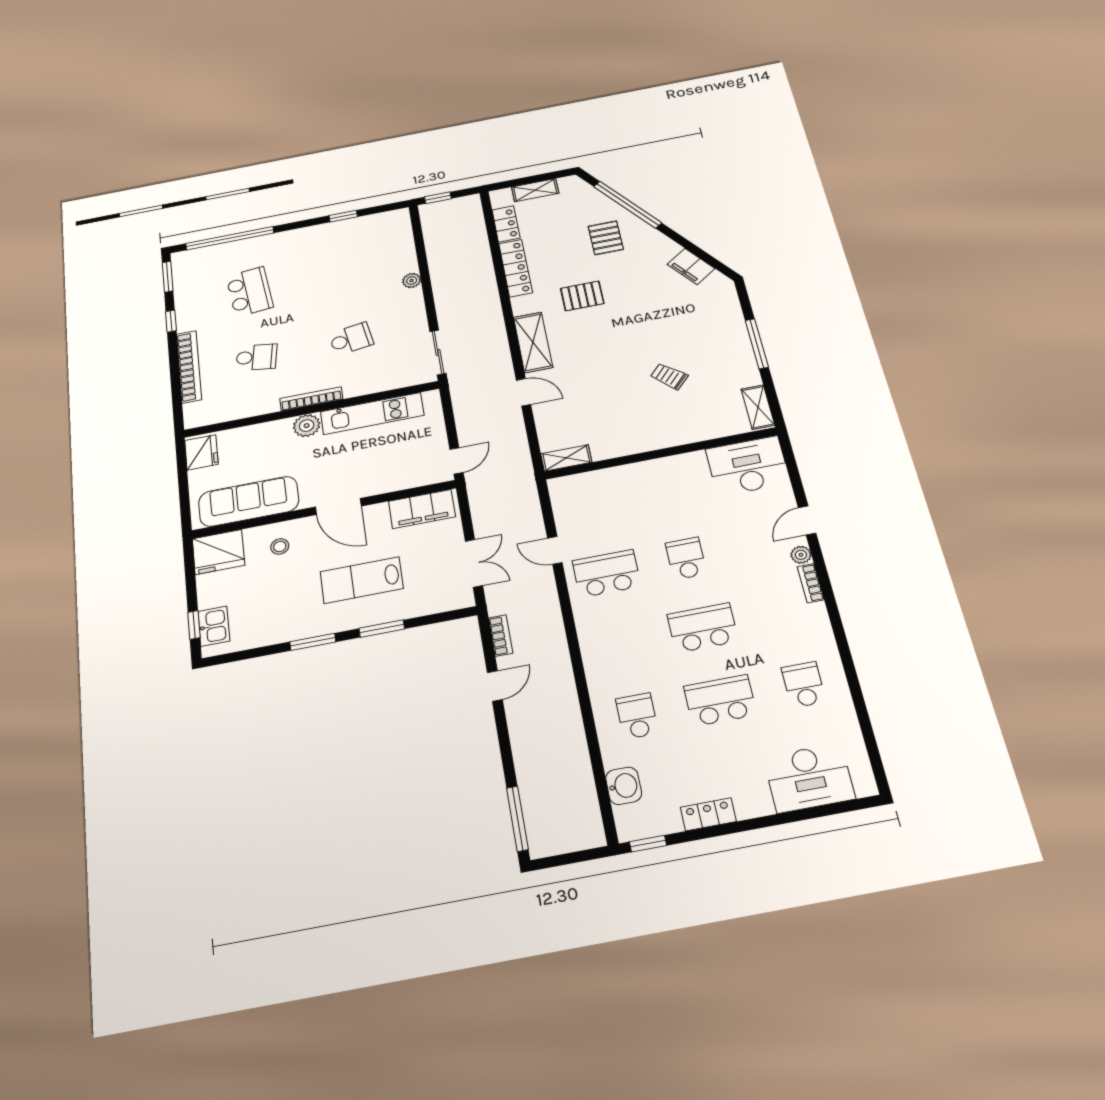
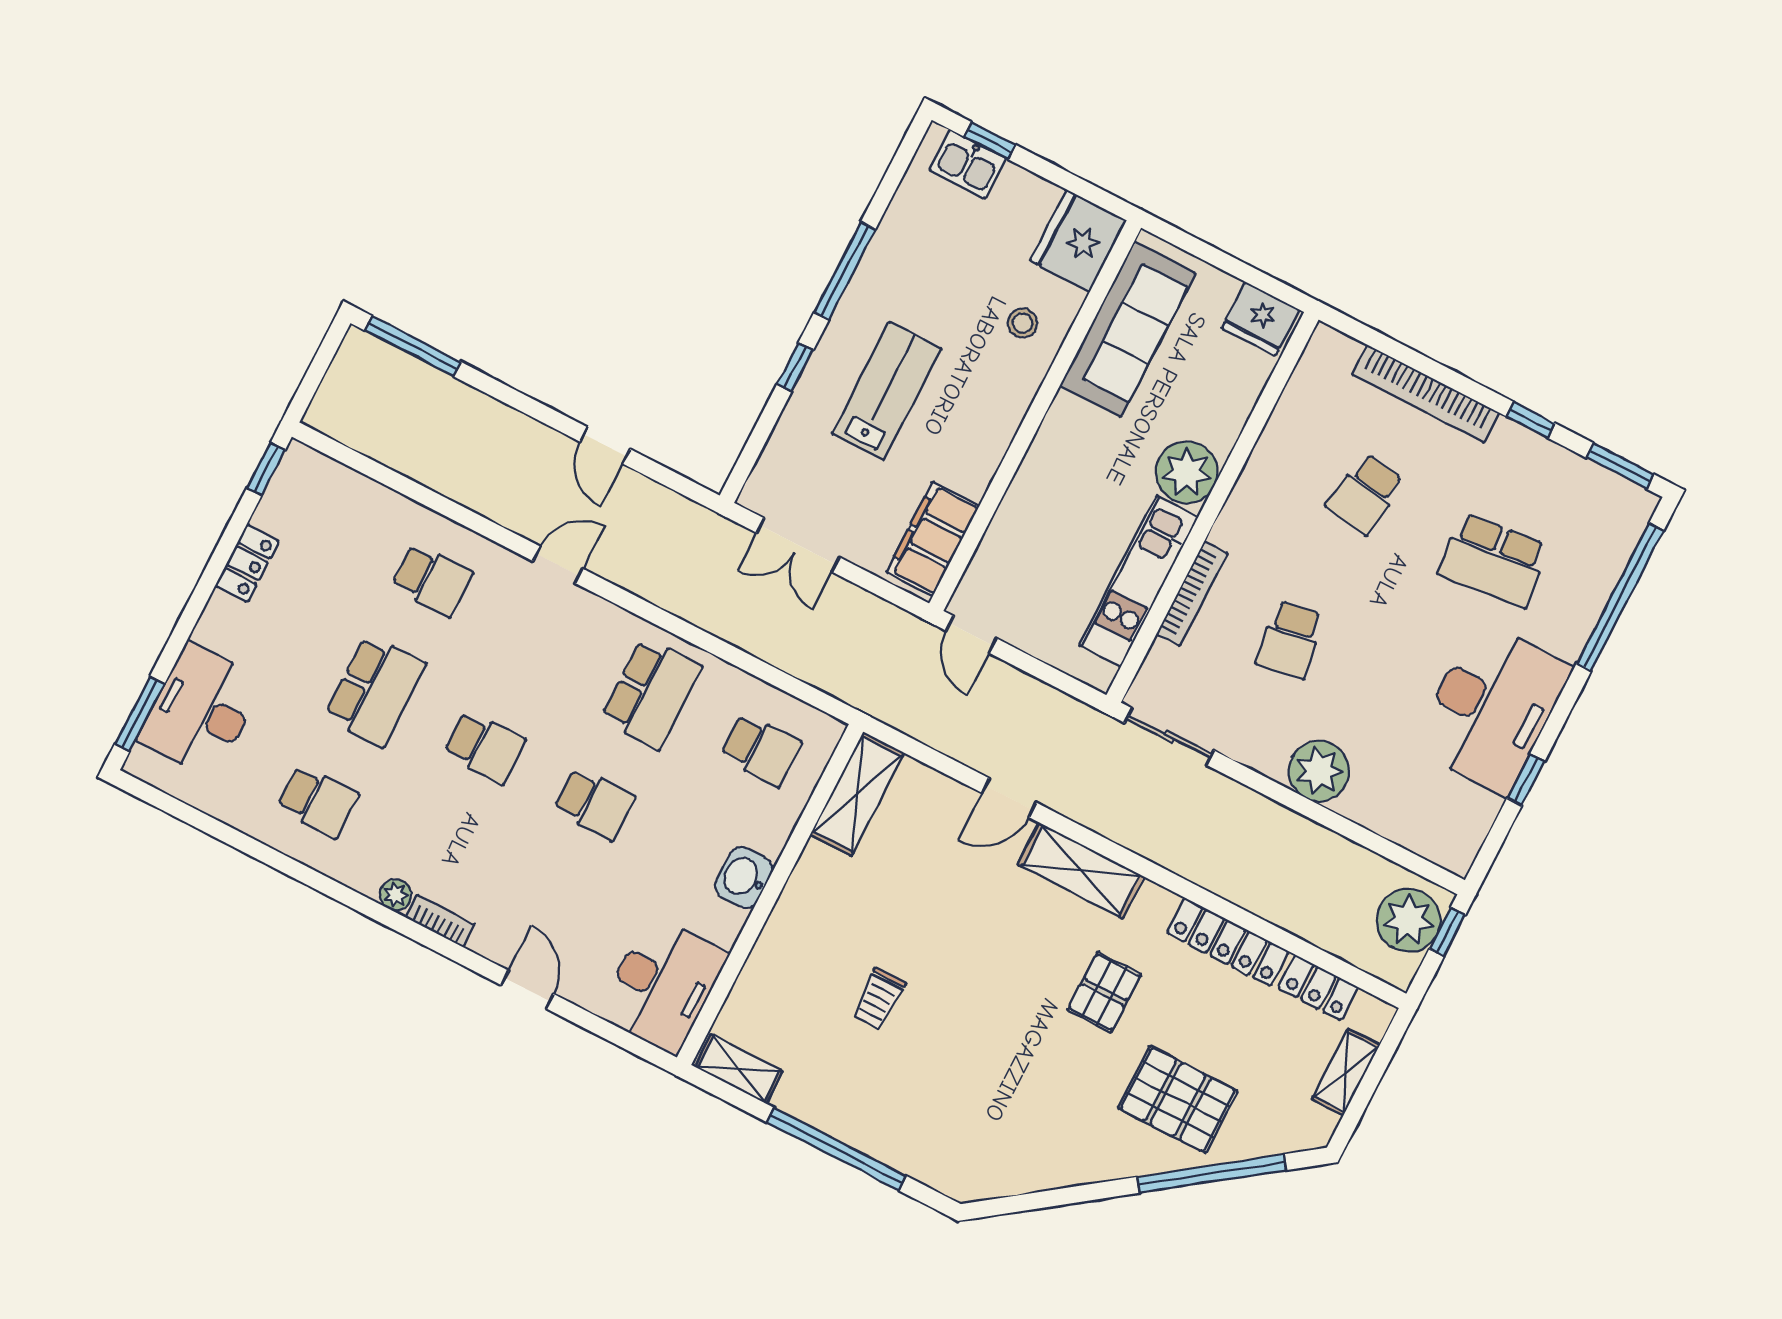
plant: (445, 214) -> (1409, 920), added
pallet: (606, 238) -> (1178, 1100), width x1.50, depth x1.42
desk: (320, 249) -> (1492, 707), added
filing cabinet: (691, 266) -> (1033, 1170), removed
plant: (412, 281) -> (1319, 771), width x1.88, depth x1.88
window: (757, 344) -> (836, 1149), width x1.46
trolley: (669, 376) -> (879, 999), turned 138
bookcase: (311, 399) -> (1192, 594), moved
plant: (307, 426) -> (1187, 472), width x1.36, depth x1.36
shelving: (566, 458) -> (857, 794), width x1.50, depth x1.33
door: (338, 507) -> (1024, 437), removed
school desk: (592, 507) -> (761, 750), added
door: (555, 550) -> (558, 565), moved
plant: (801, 555) -> (396, 895), moved
school desk: (703, 628) -> (484, 747), width x0.54
window: (382, 629) -> (795, 367), width x0.67
bookcase: (501, 636) -> (668, 502), removed
window: (313, 642) -> (845, 271), width x1.44
washbasin: (624, 786) -> (744, 877), moved, turned 90
window: (840, 808) -> (140, 714), added

